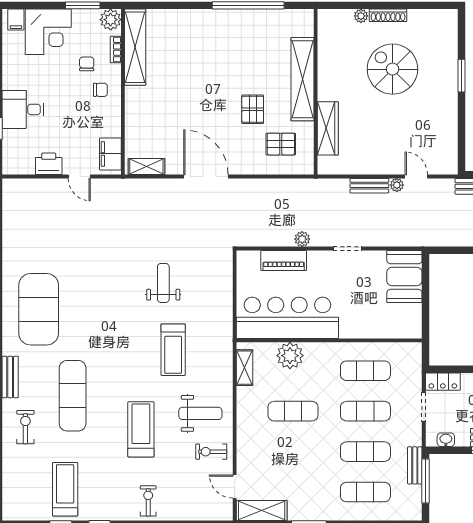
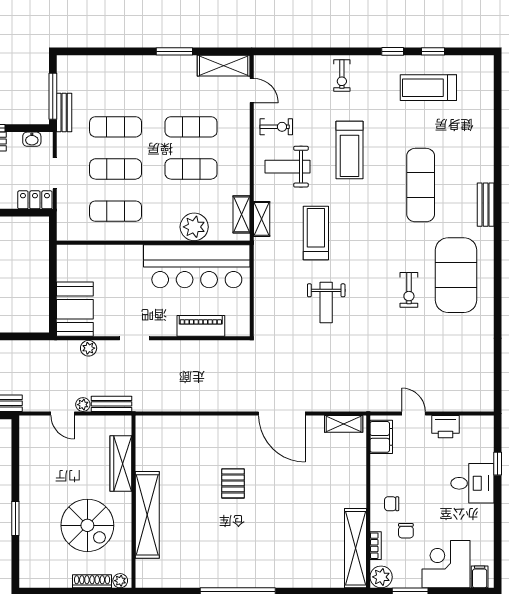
shelving: (302, 79) -> (147, 515), moved
wall: (316, 92) -> (134, 502), moved
wardrobe: (328, 128) -> (121, 463), moved
pallet: (281, 144) -> (204, 447), removed
plant: (302, 239) -> (89, 348), moved
shelving: (225, 363) -> (262, 219), added
exercise bike: (25, 427) -> (409, 290), moved
treadmill: (65, 489) -> (428, 88), turned 90
exercise mat: (365, 492) -> (191, 127), moved

